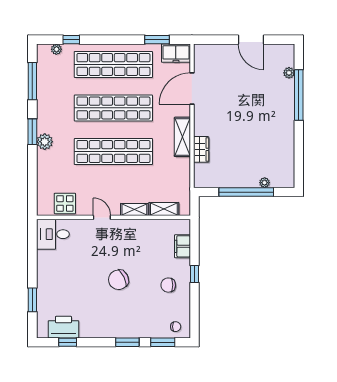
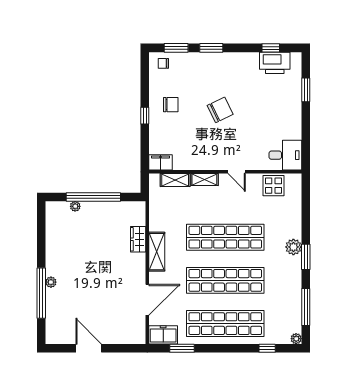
plant: (56, 49) -> (296, 339), moved
plant: (289, 73) -> (51, 282), moved
filing cabinet: (182, 246) -> (161, 162), moved, turned -90

